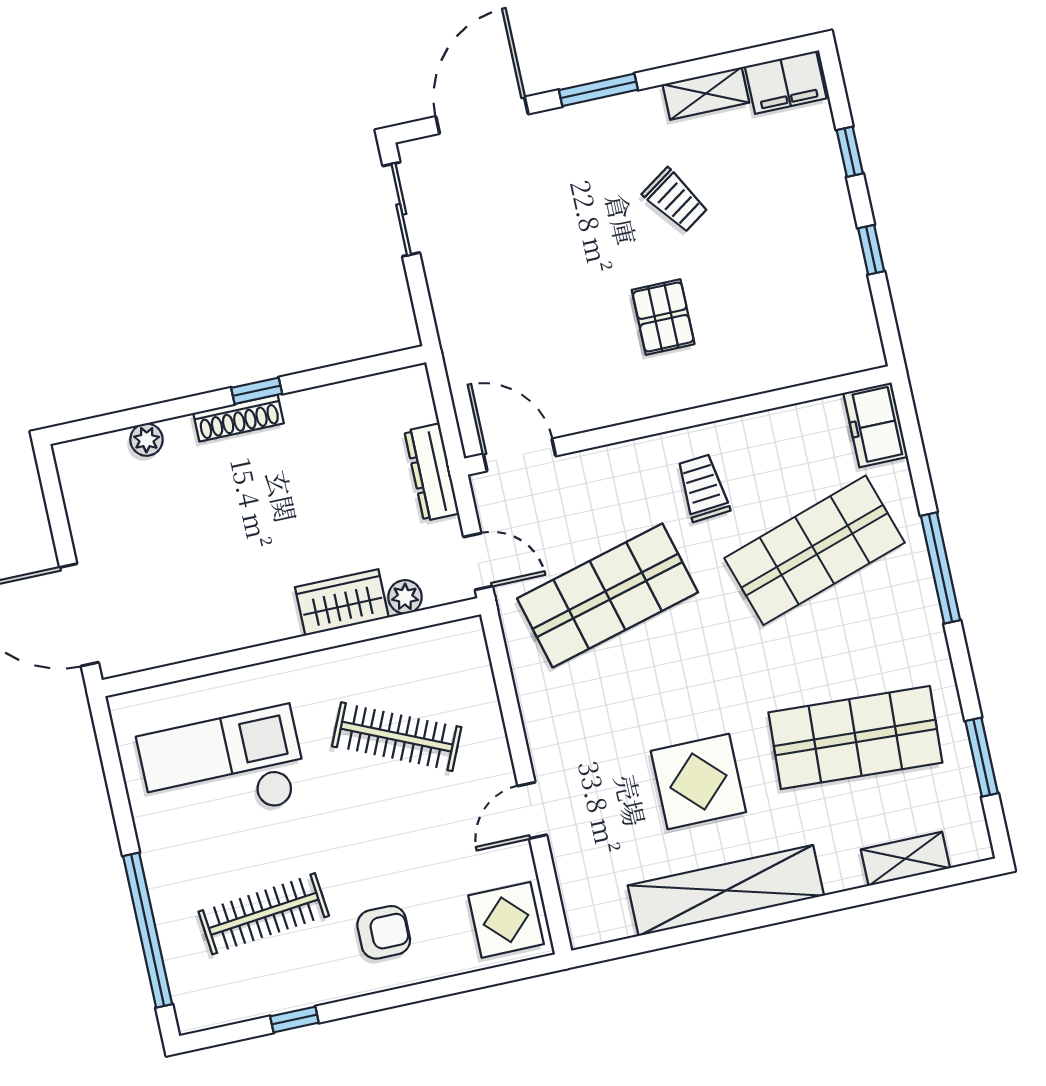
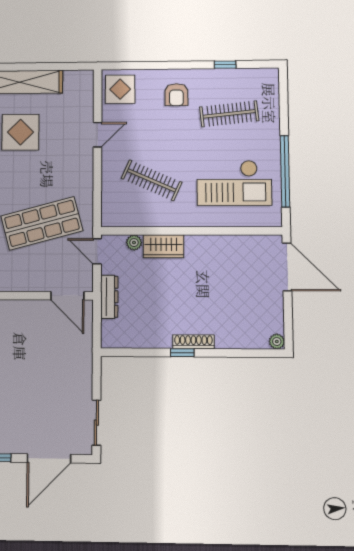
plant: (147, 440) -> (277, 342), moved
window: (148, 930) -> (285, 171), moved
armchair: (384, 932) -> (176, 95), turned -90

